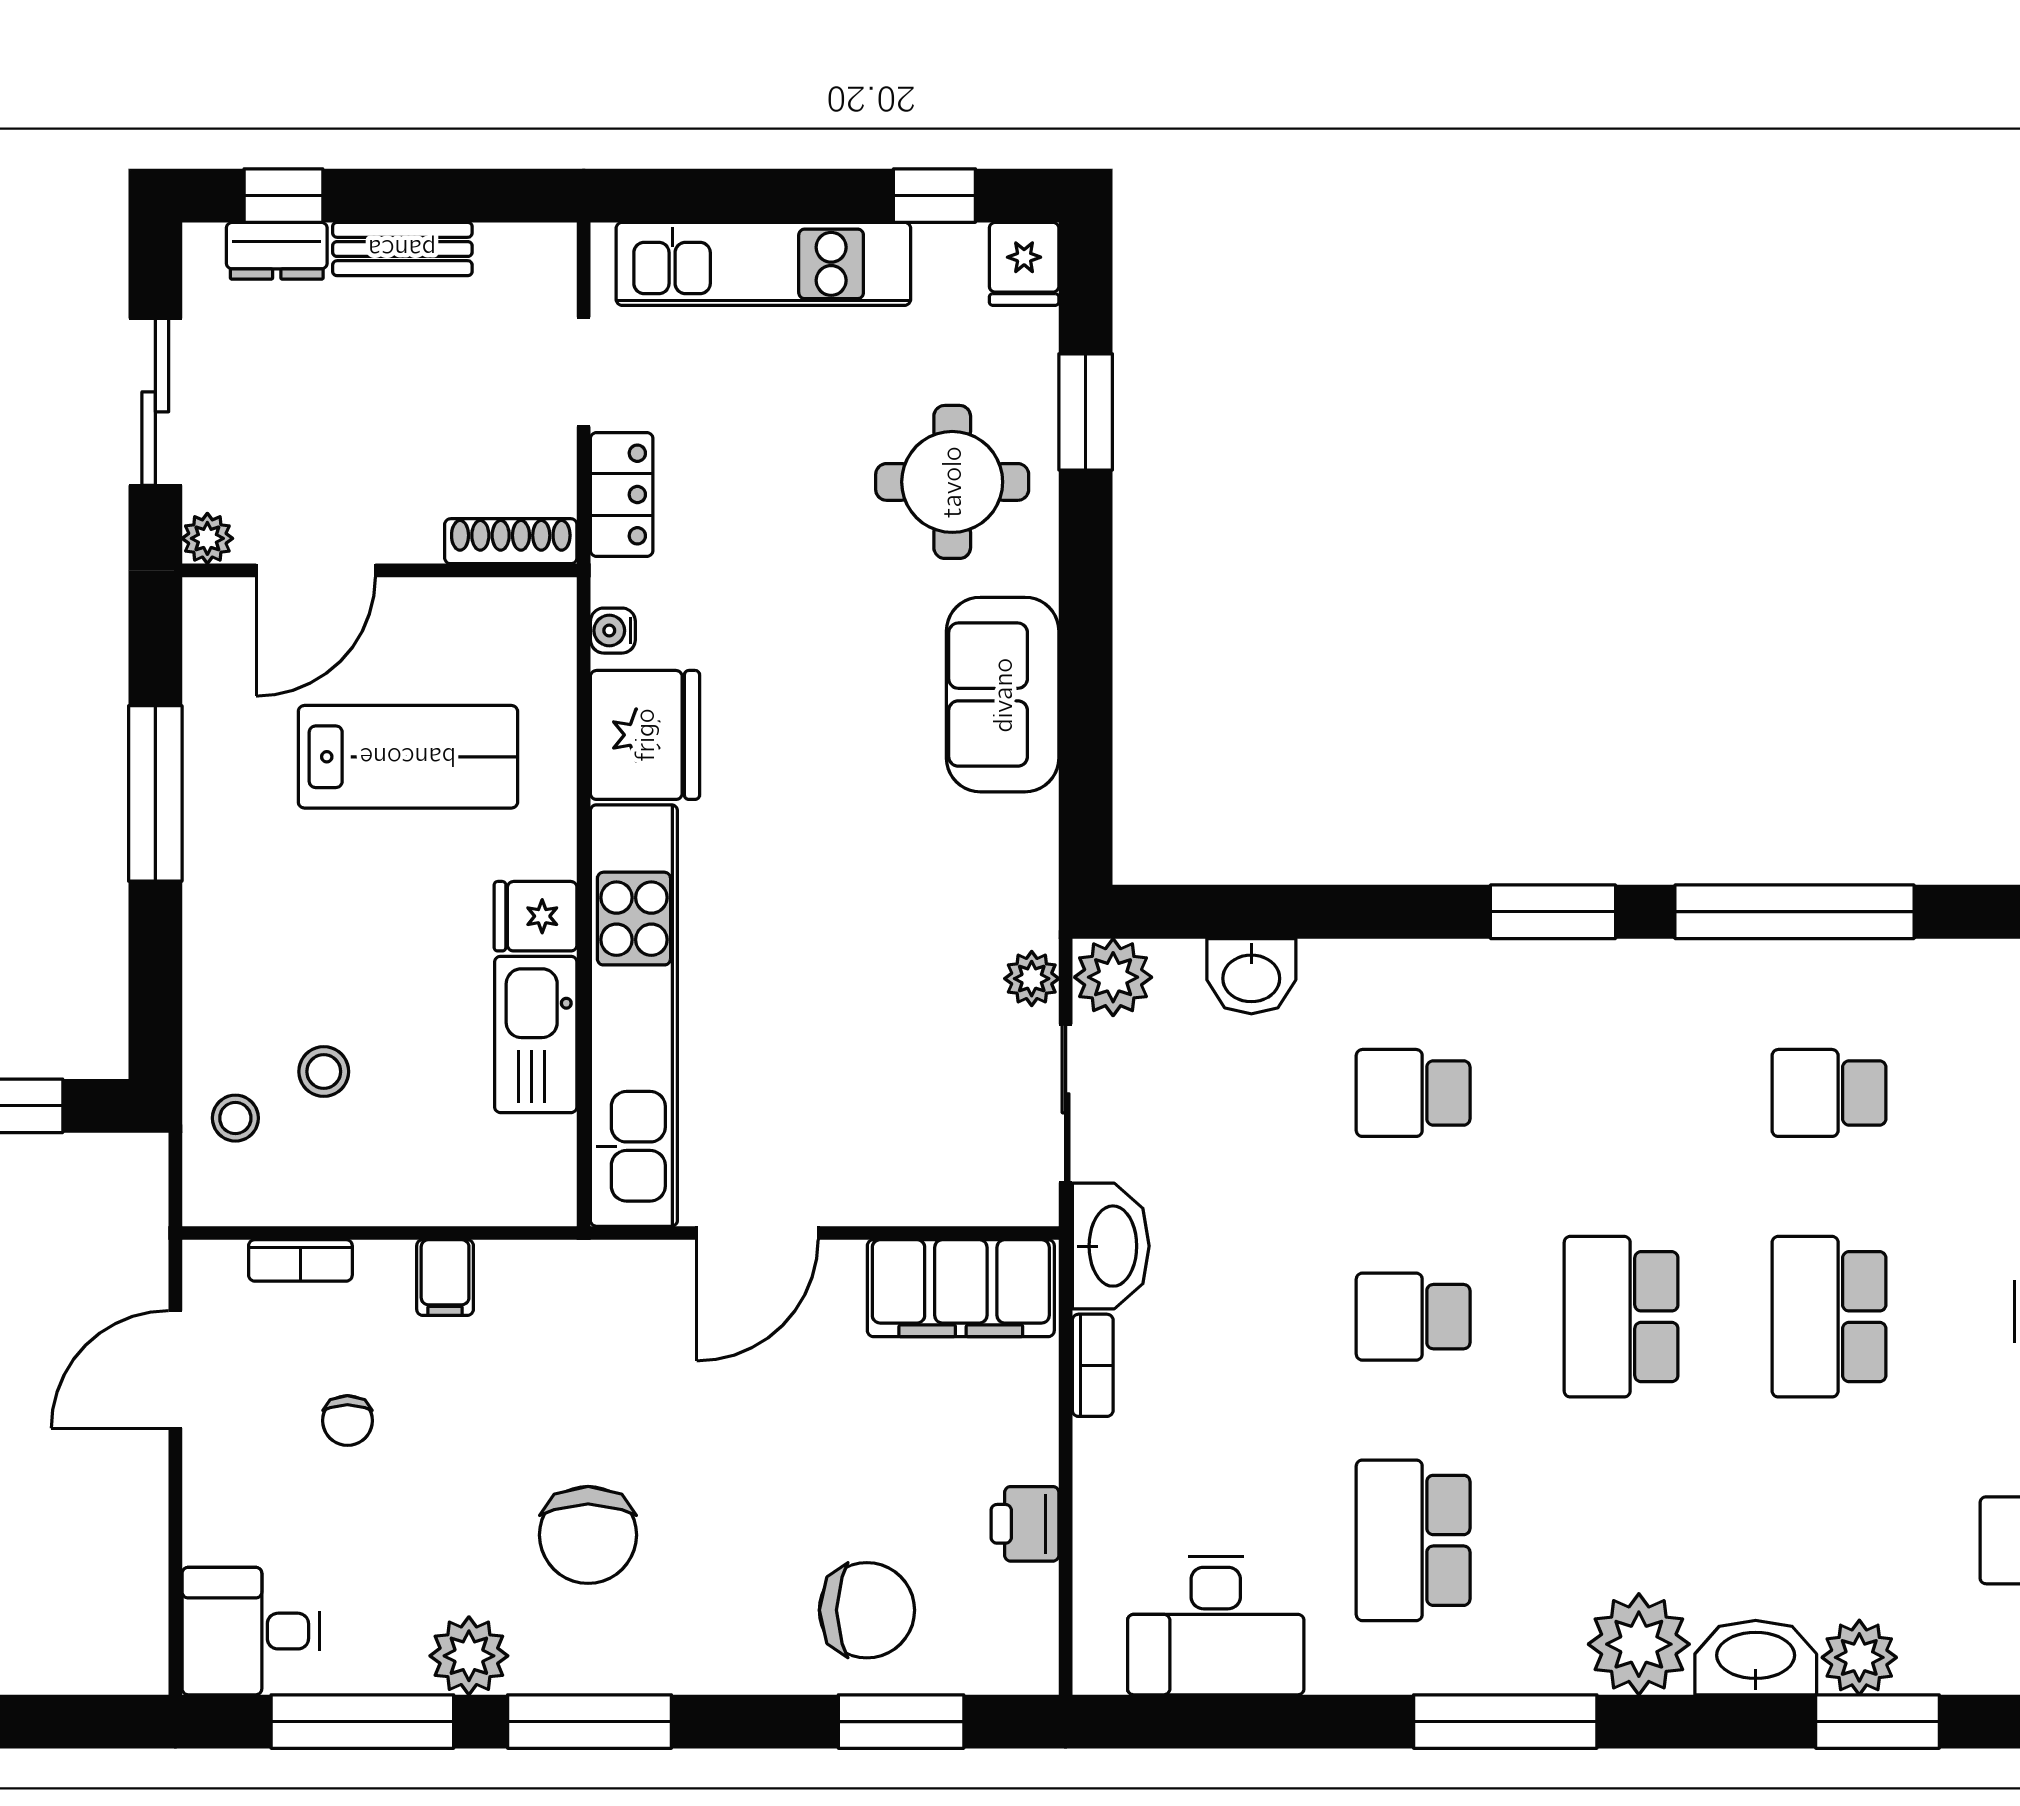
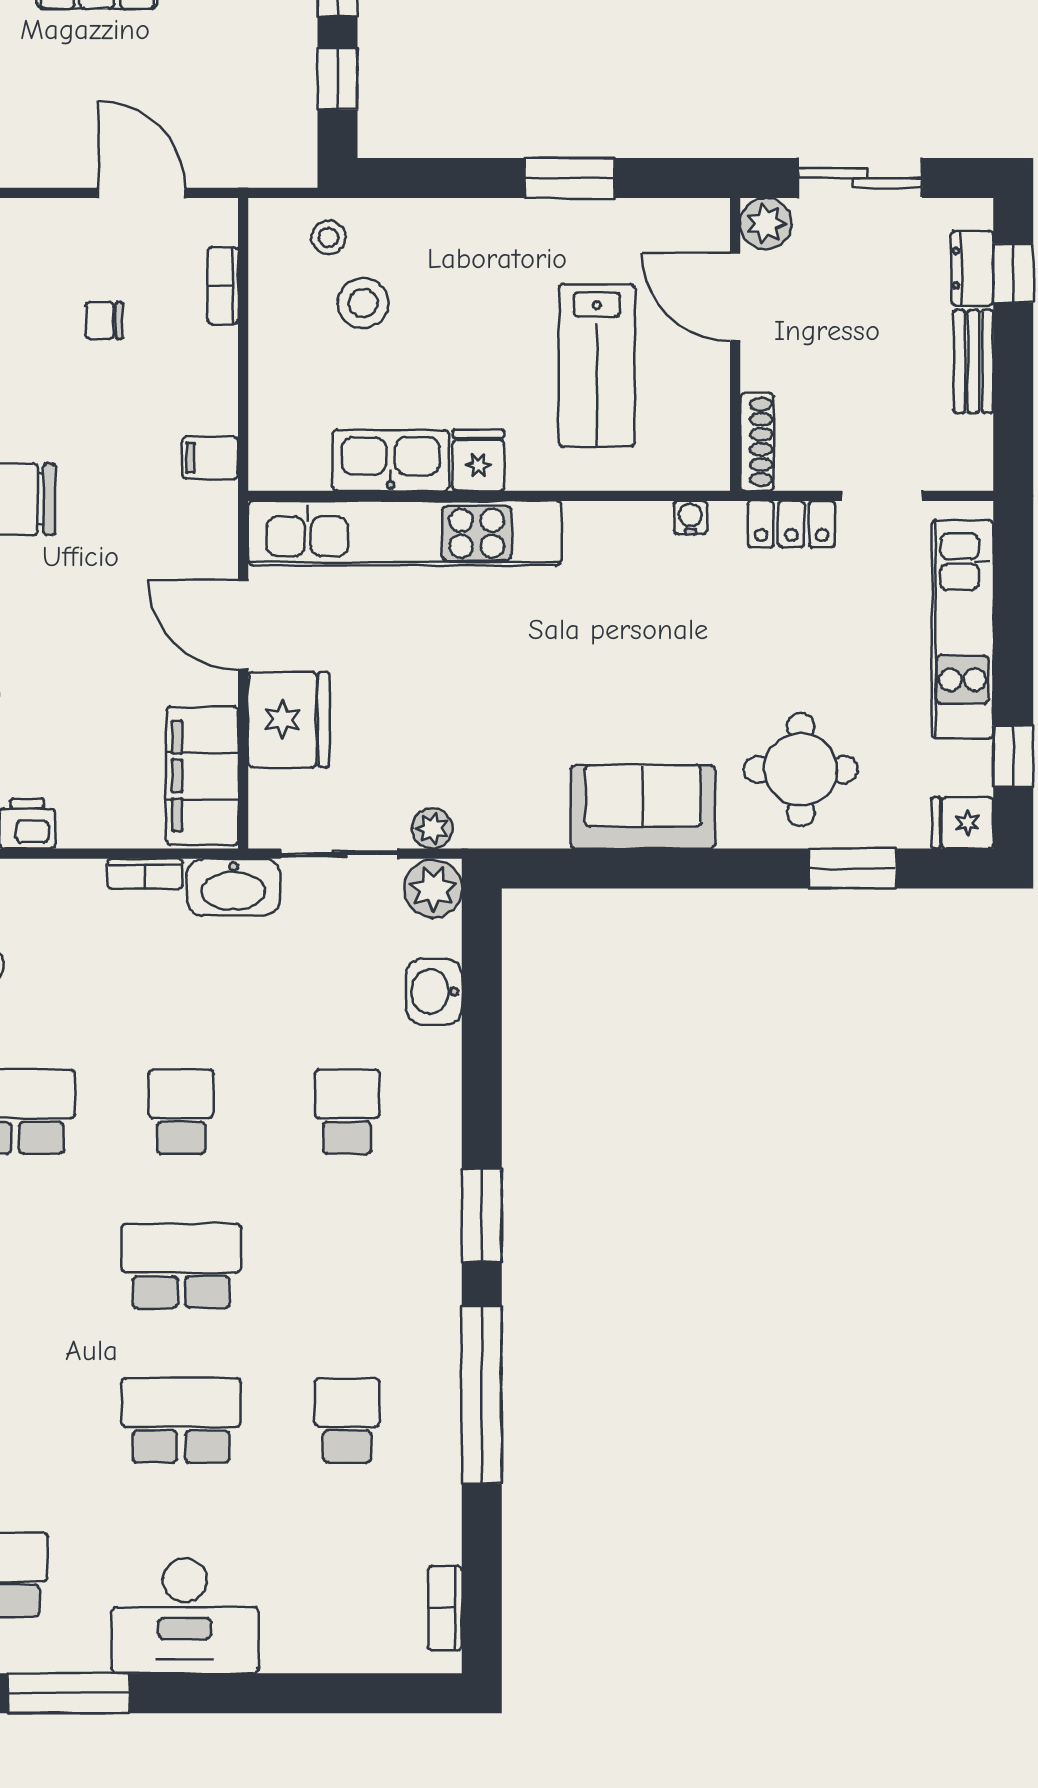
plant: (207, 538) -> (766, 224), width x1.38, depth x1.38
fridge: (645, 735) -> (289, 719), moved, turned -90
window: (155, 793) -> (569, 178), width x0.69
stool: (324, 1072) -> (363, 303), width x1.37, depth x1.37
filing cabinet: (445, 1278) -> (210, 458), moved

